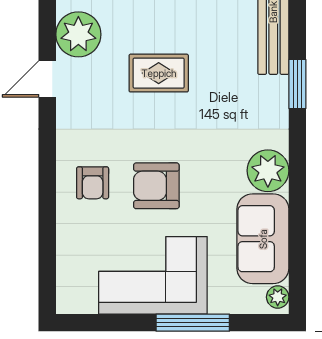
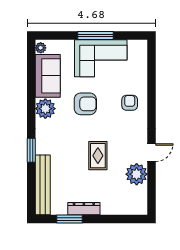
rug: (159, 73) -> (98, 156), turned 90
armchair: (156, 186) -> (85, 104), moved
window: (193, 323) -> (96, 35), moved

